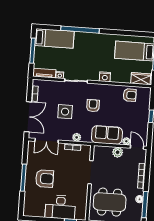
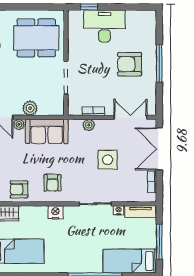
armchair: (93, 106) -> (52, 183), moved

